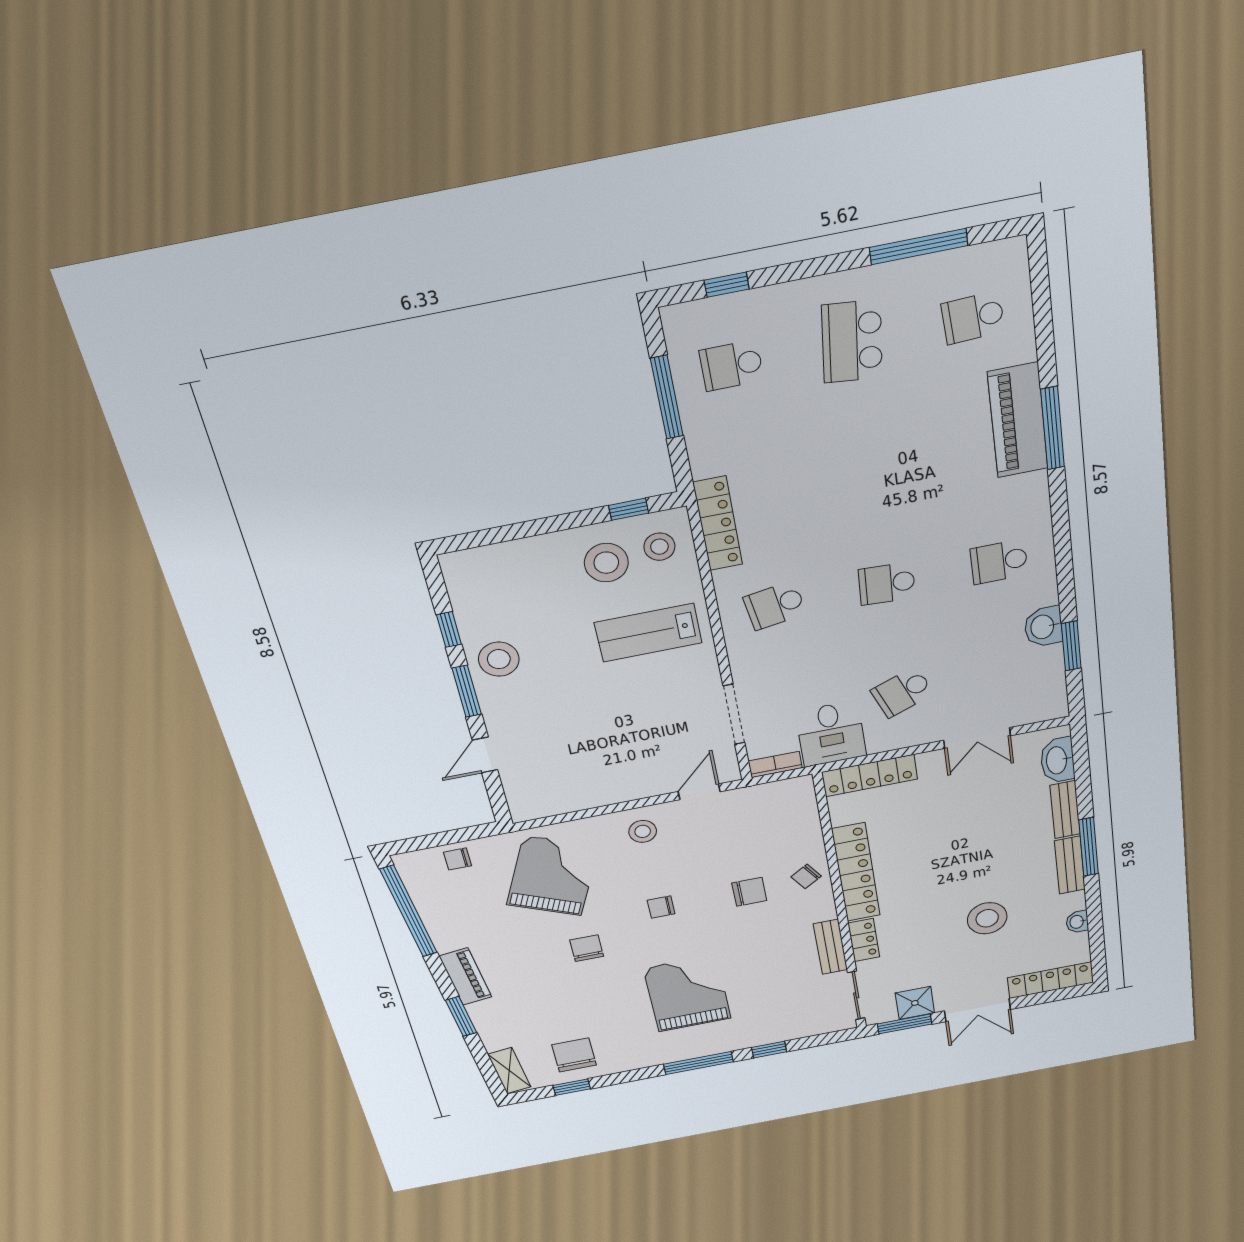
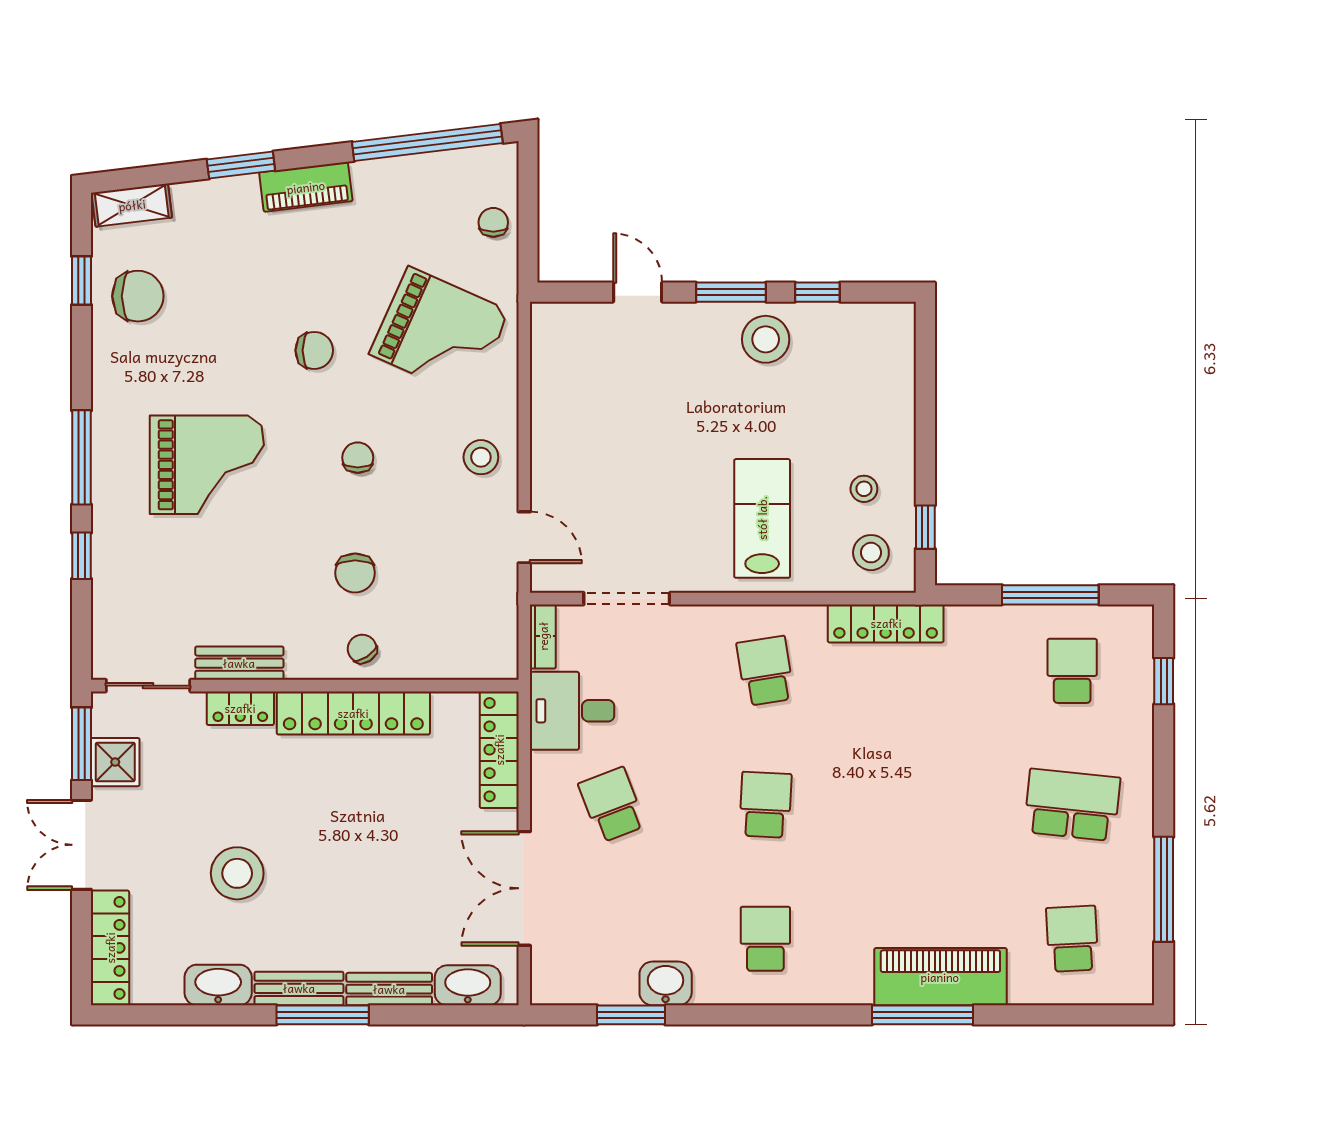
stool: (606, 563) -> (864, 489), width x0.53, depth x0.53
double door: (977, 738) -> (524, 888), width x1.37
washbasin: (1077, 922) -> (218, 985), width x1.91, depth x1.45

